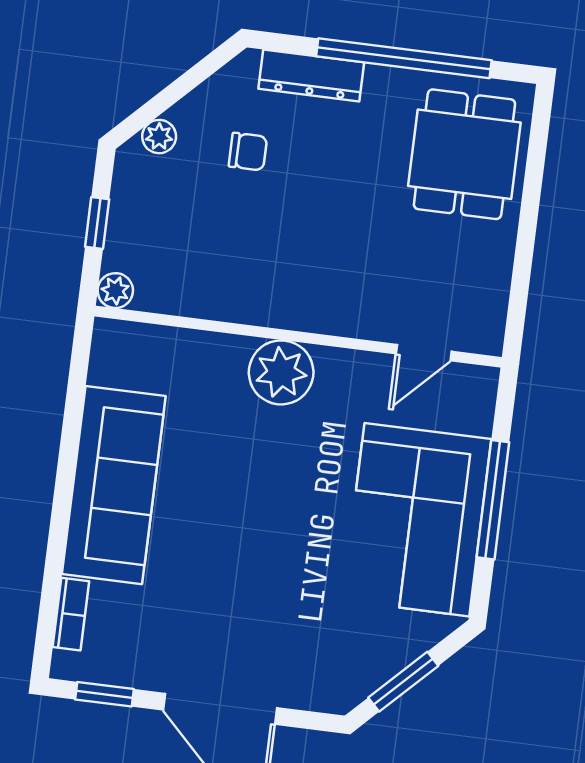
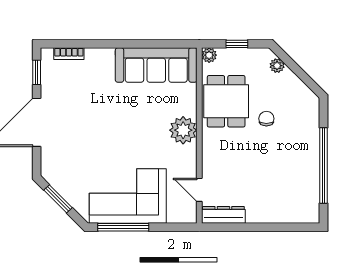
dresser: (311, 76) -> (223, 215), moved, turned 90
chair: (248, 152) -> (266, 119), moved, turned 180
dining table: (464, 154) -> (226, 101), moved, turned 90
sofa: (114, 485) -> (156, 65), moved
window: (493, 500) -> (123, 227), moved

